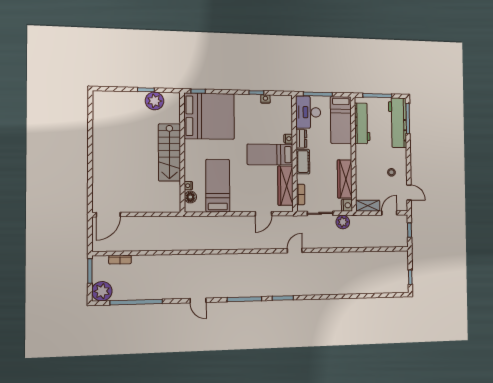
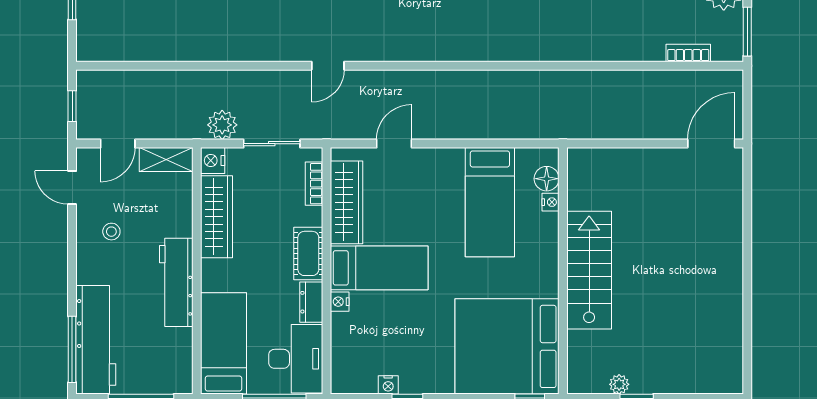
plant: (155, 101) -> (619, 384), width x0.53, depth x0.53
workbench: (362, 123) -> (176, 282), moved

